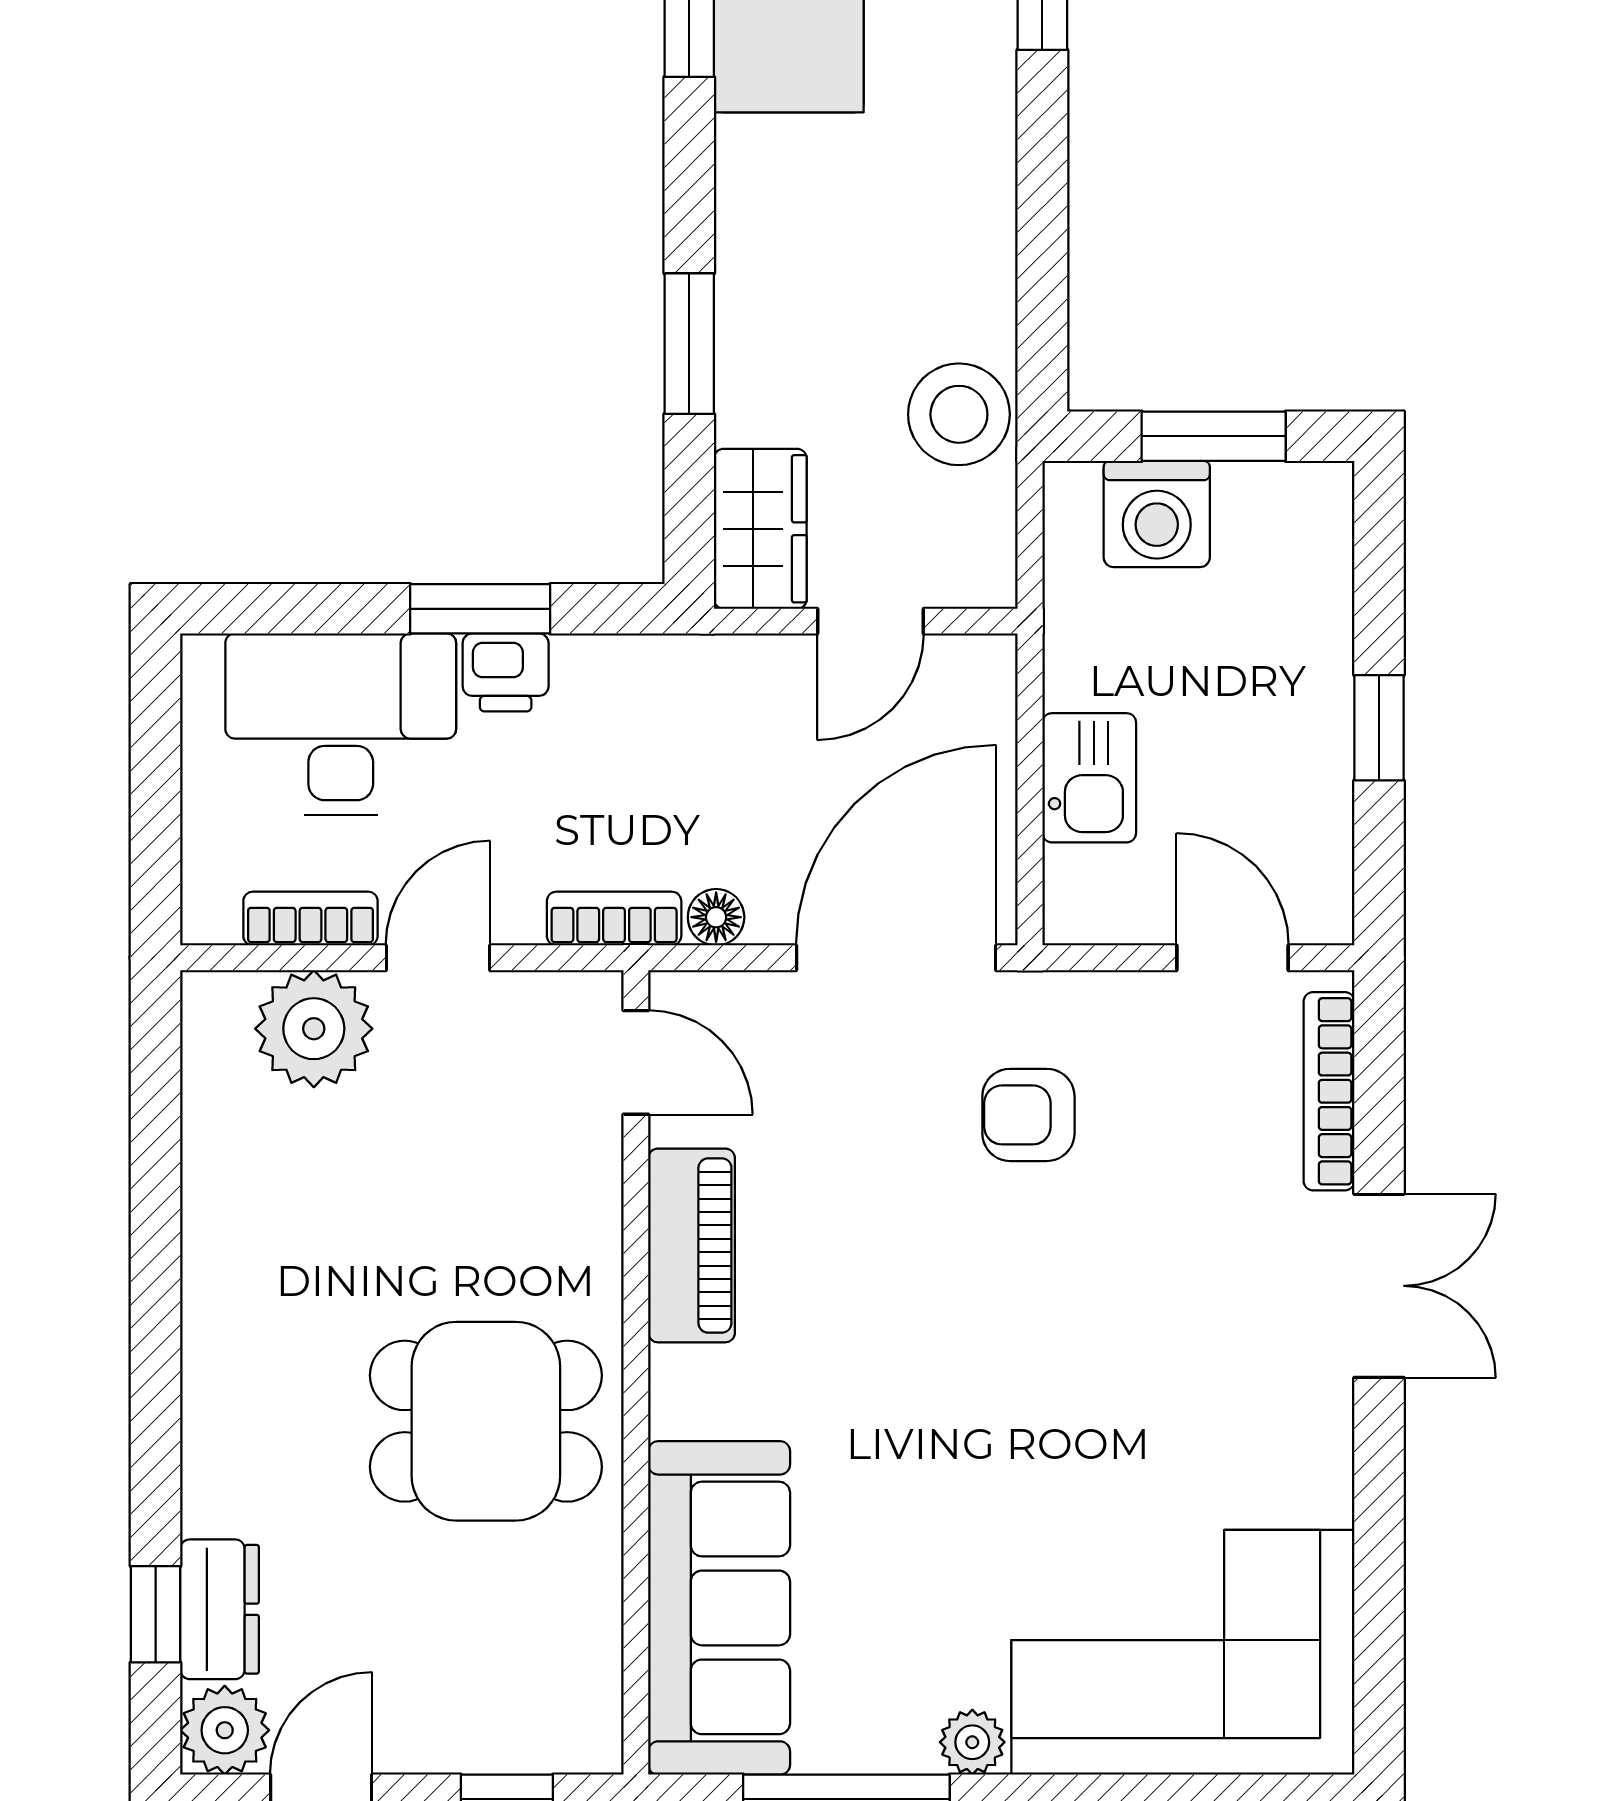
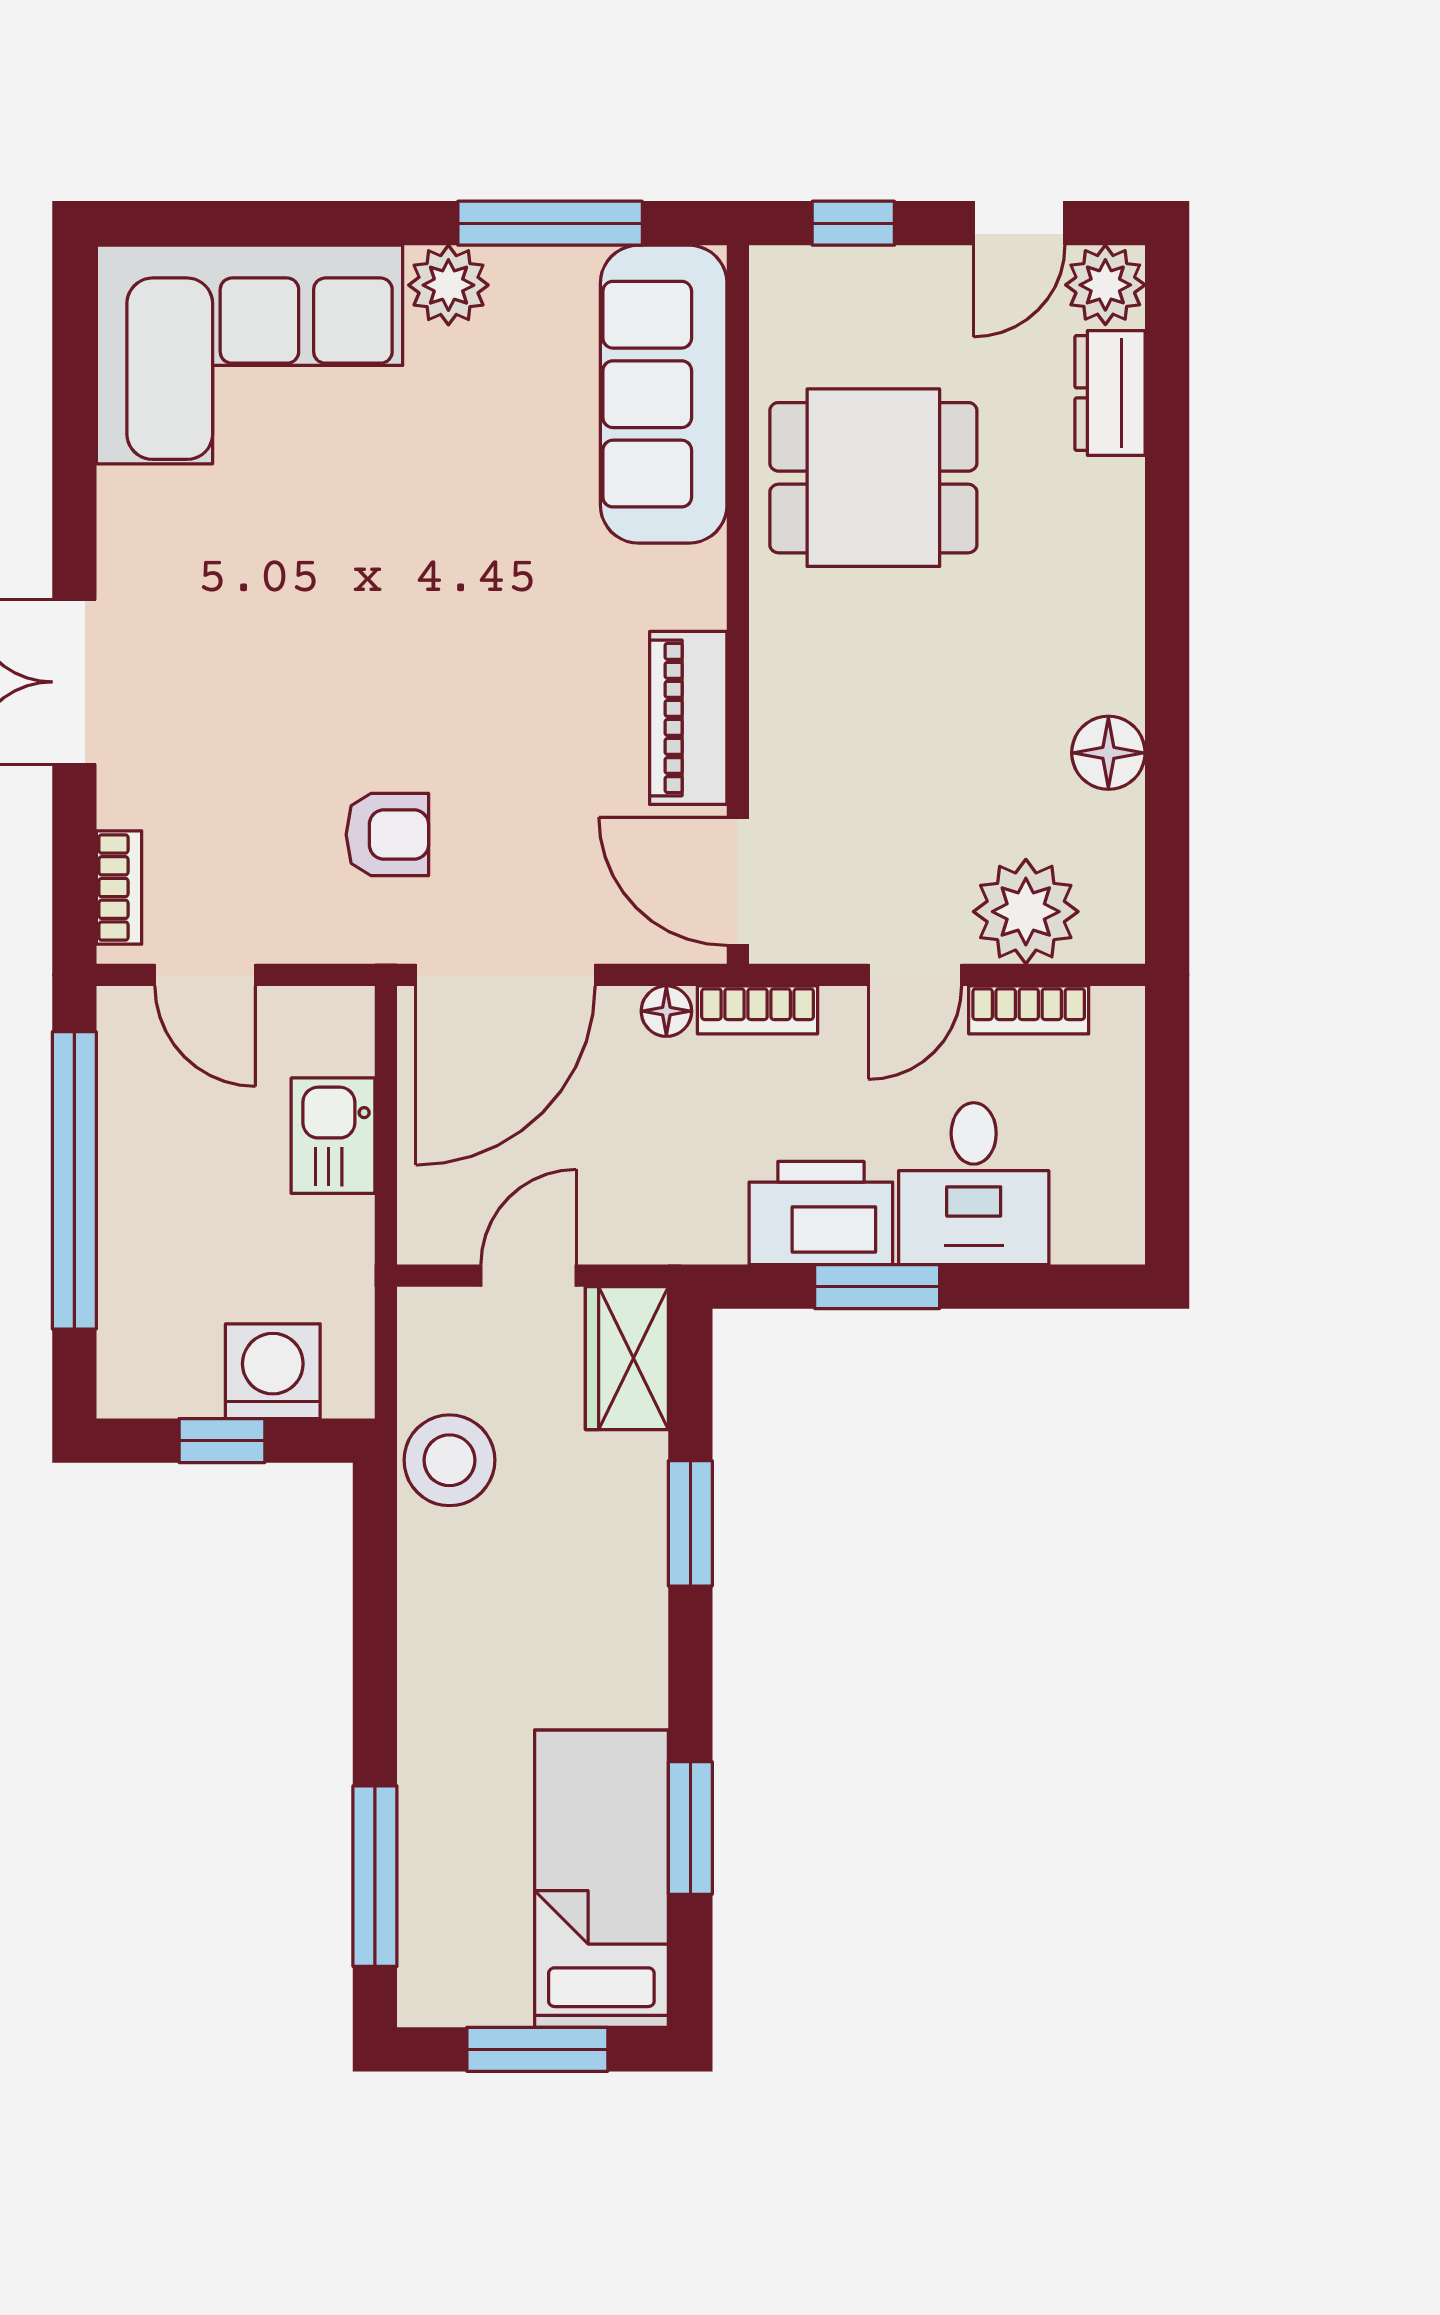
window: (1214, 436) -> (222, 1441), width x0.67
printer: (506, 672) -> (821, 1213), width x1.87, depth x1.48
desk: (341, 724) -> (974, 1184), width x0.73
window: (1379, 728) -> (74, 1180), width x3.17
door: (636, 1062) -> (738, 881), width x1.37
bookcase: (1329, 1091) -> (119, 888), width x0.64
floor lamp: (221, 1206) -> (1108, 753), added
dining table: (486, 1421) -> (873, 478), moved
window: (156, 1614) -> (1167, 389), removed
plant: (972, 1742) -> (448, 285), width x1.38, depth x1.38

